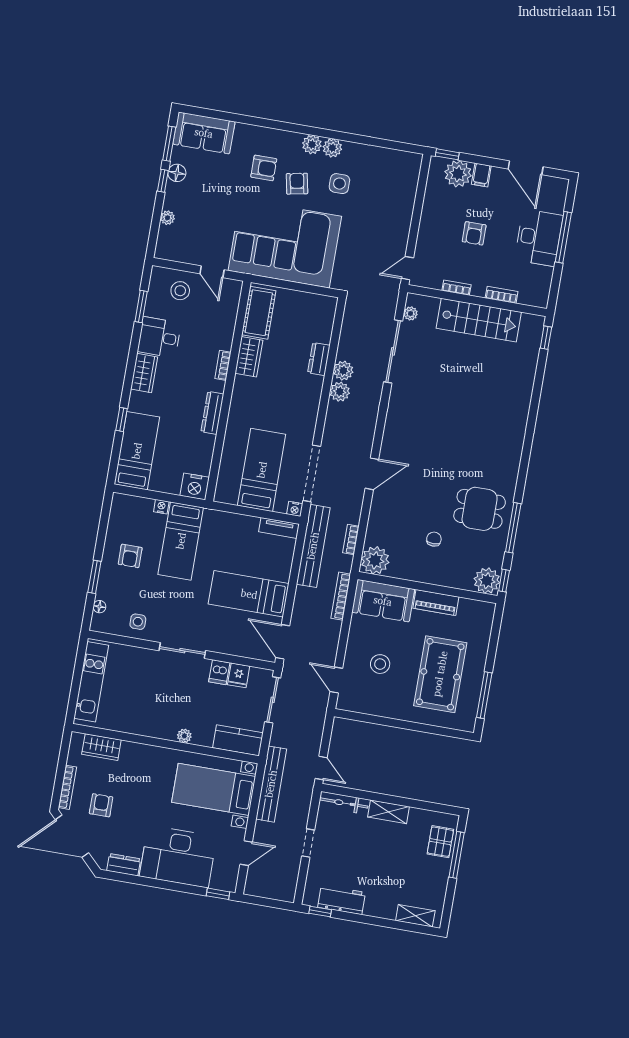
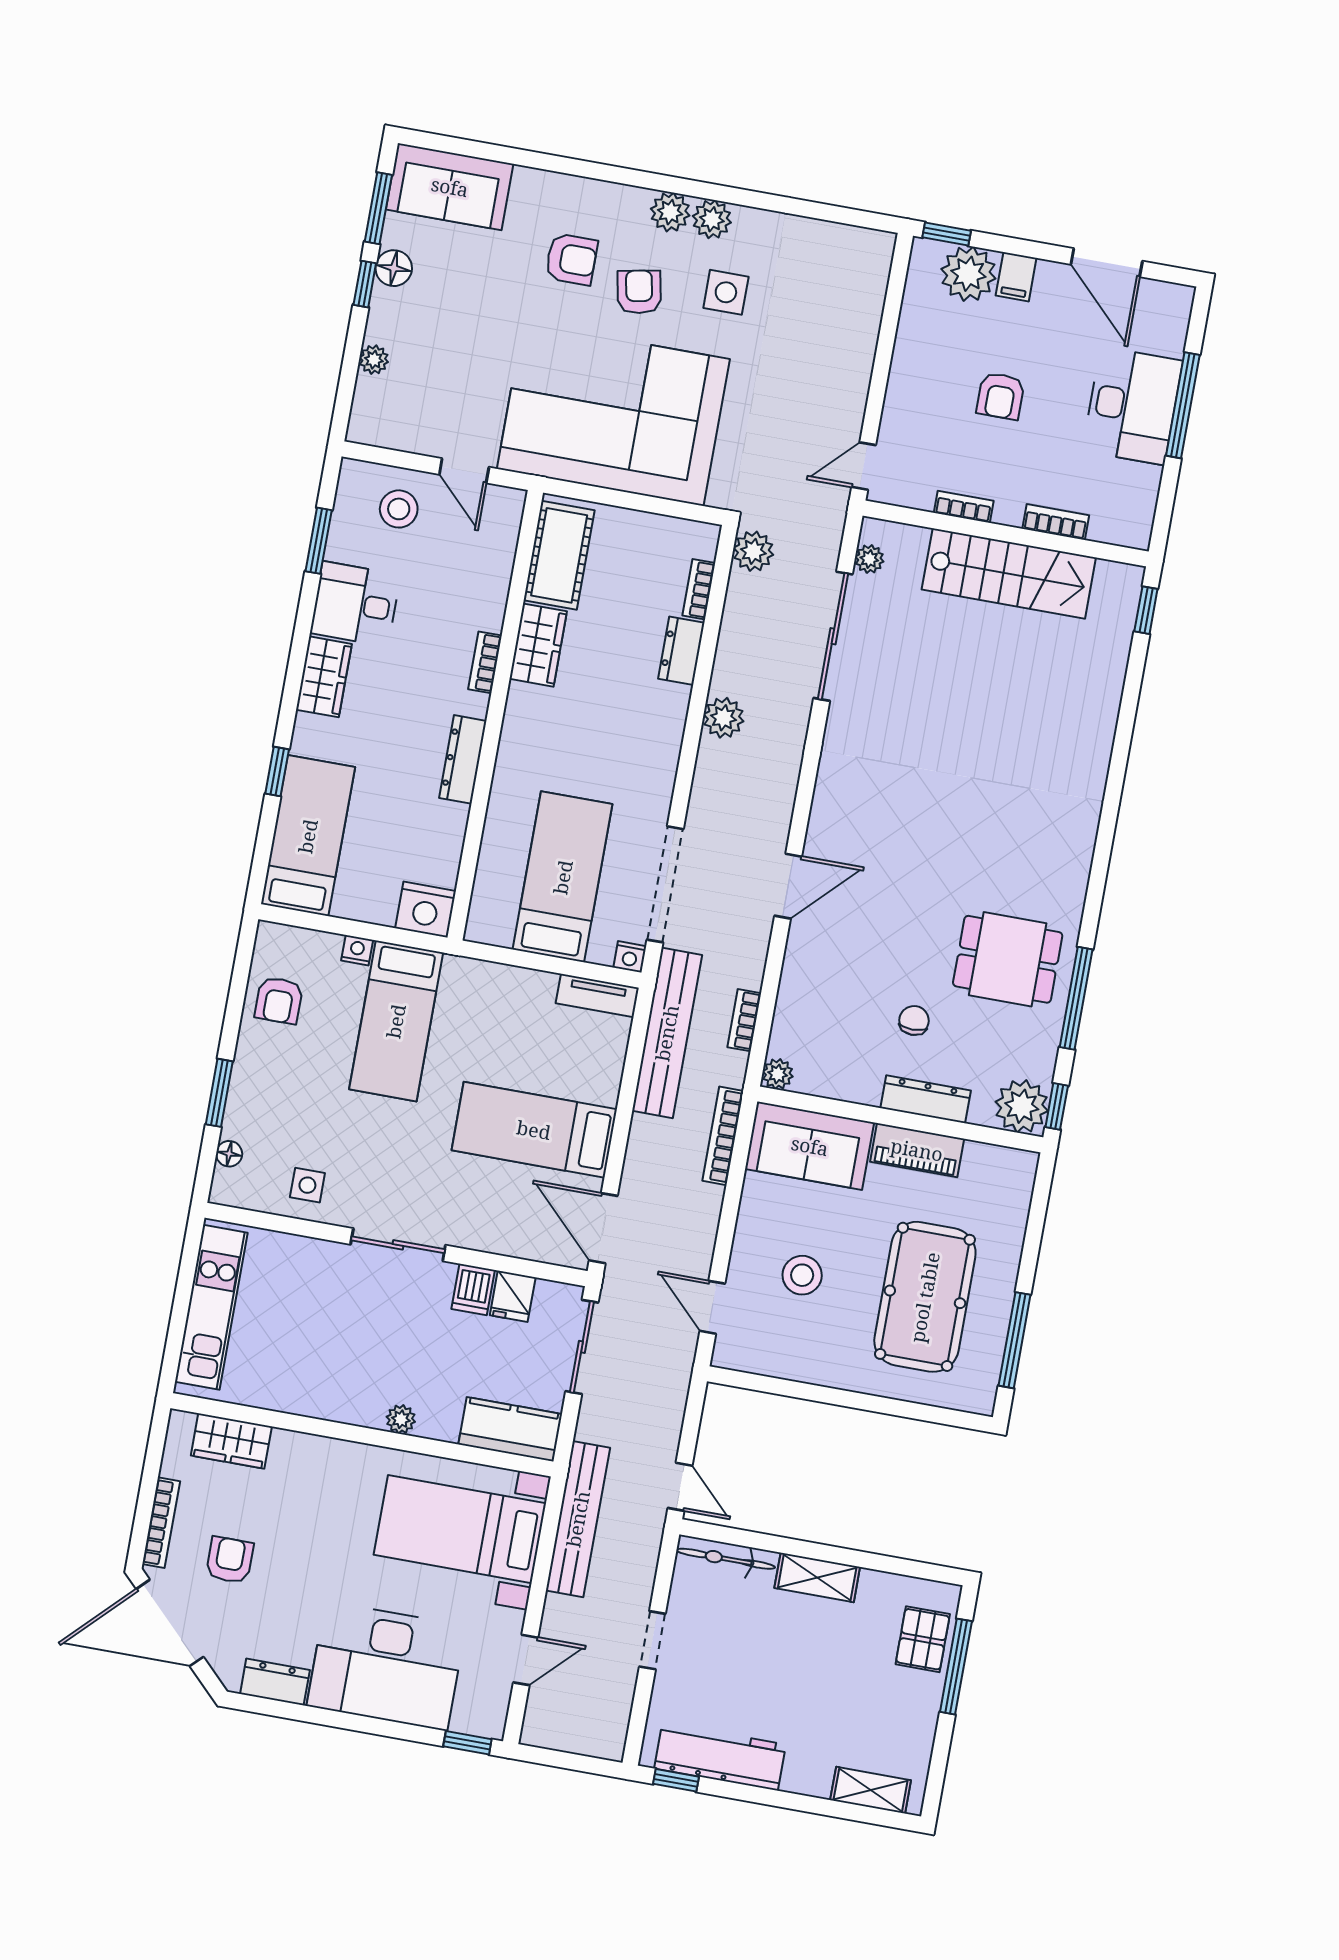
bookcase: (327, 329) -> (699, 589), added
plant: (343, 371) -> (753, 551), moved
armchair: (130, 556) -> (279, 1000), moved
plant: (375, 560) -> (778, 1074), width x0.53, depth x0.53
dresser: (440, 578) -> (926, 1099), added
workbench: (342, 900) -> (720, 1756), width x1.38

